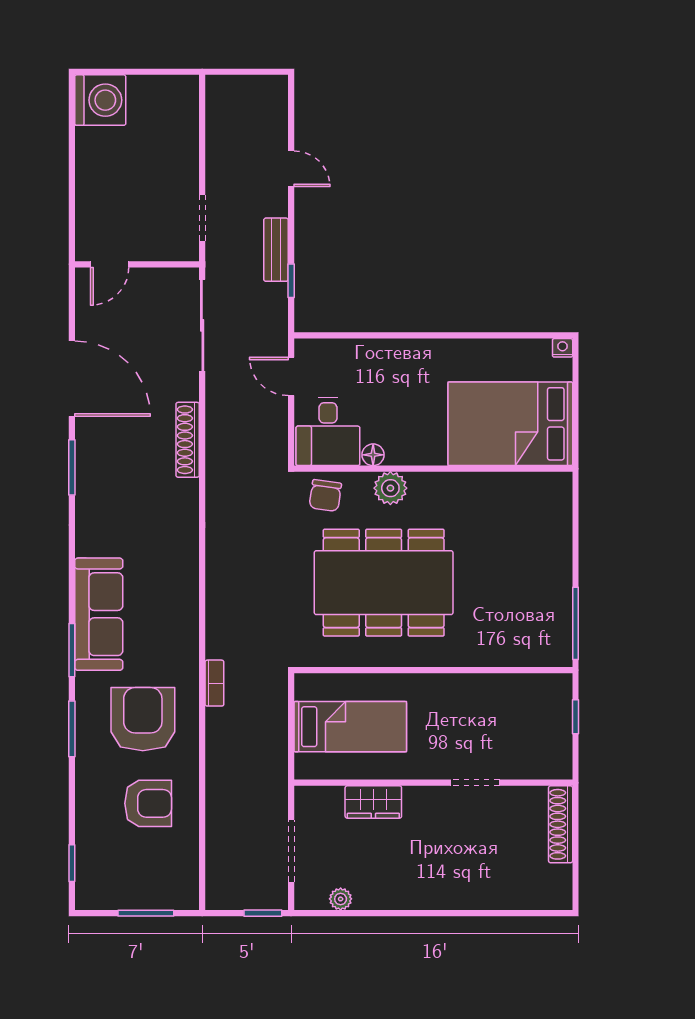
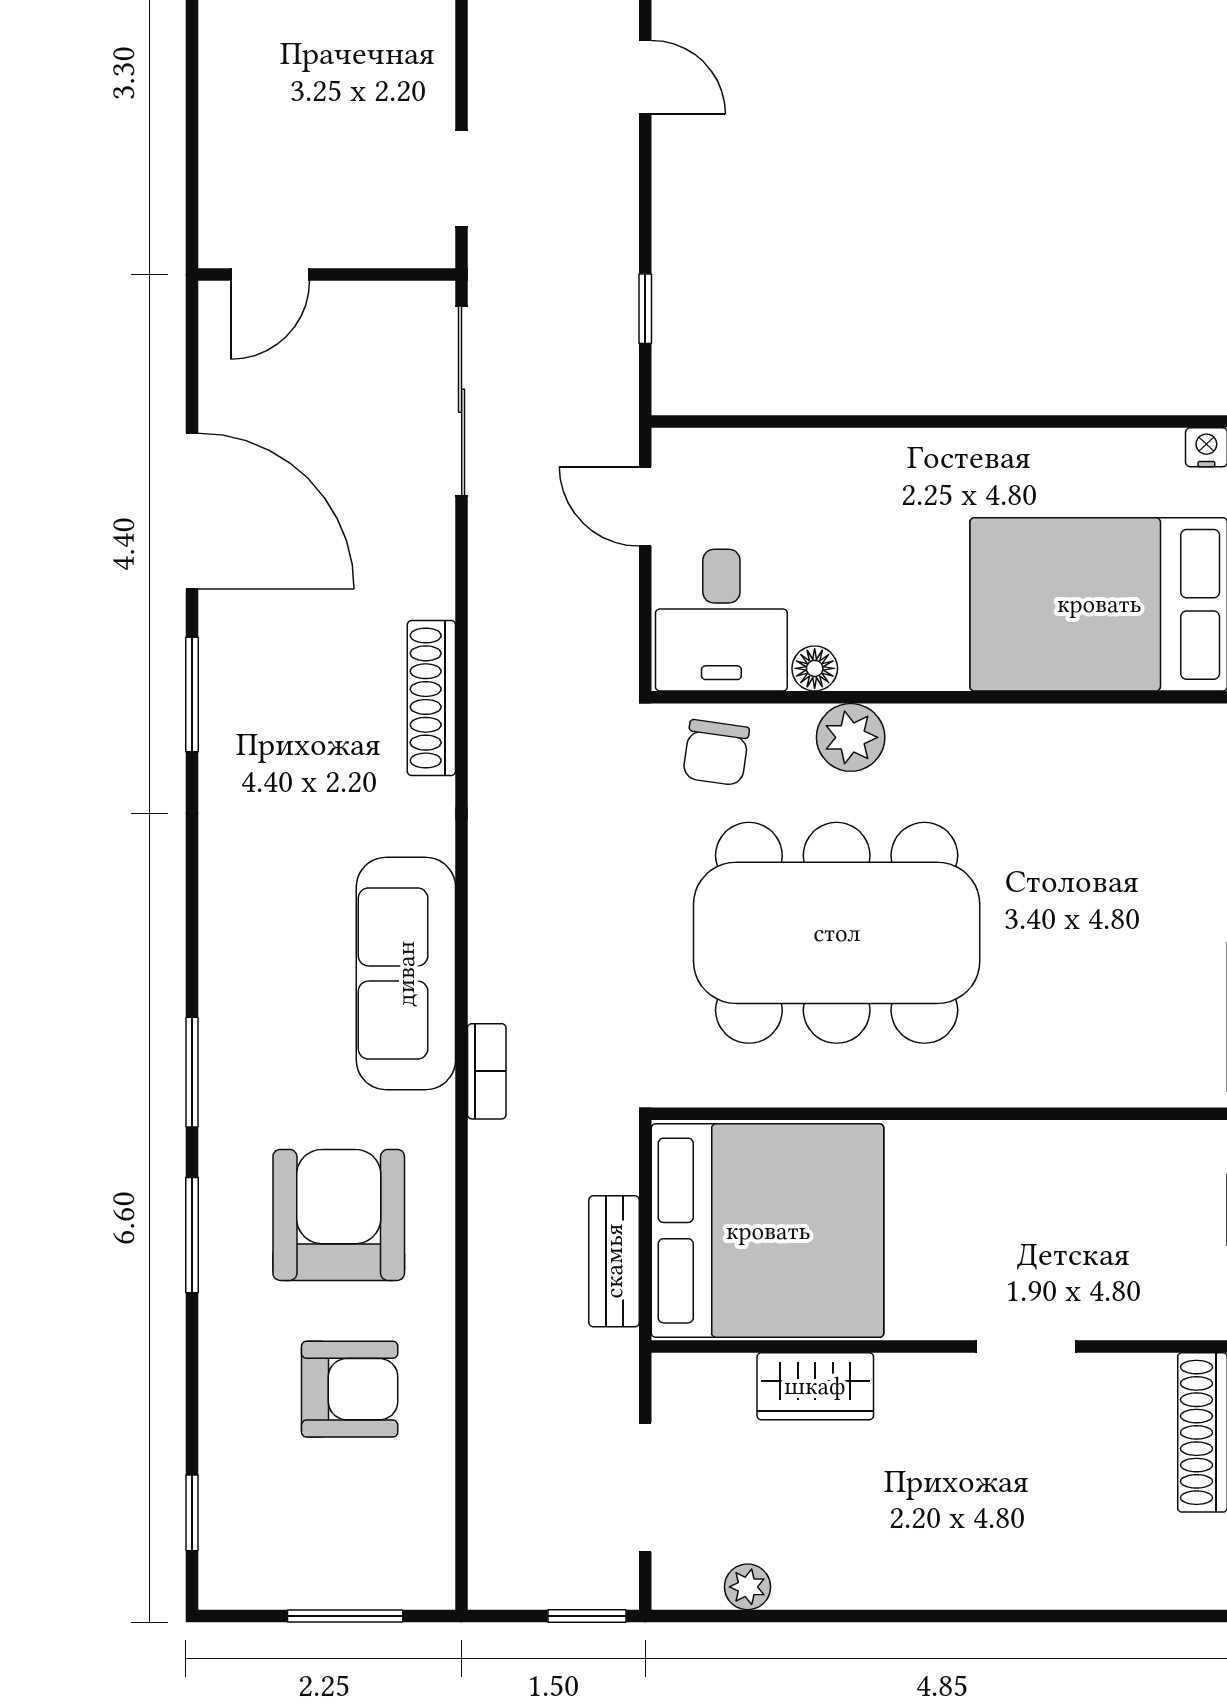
bench: (276, 250) -> (614, 1261), moved
shoe rack: (188, 440) -> (431, 698), moved
sofa: (99, 614) -> (406, 974), moved, turned 180
bookcase: (214, 683) -> (487, 1071), moved
bed: (350, 727) -> (768, 1231), width x2.04

